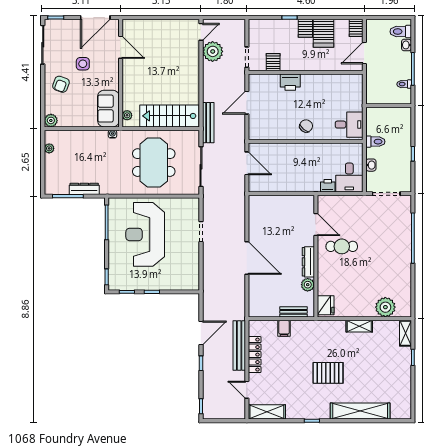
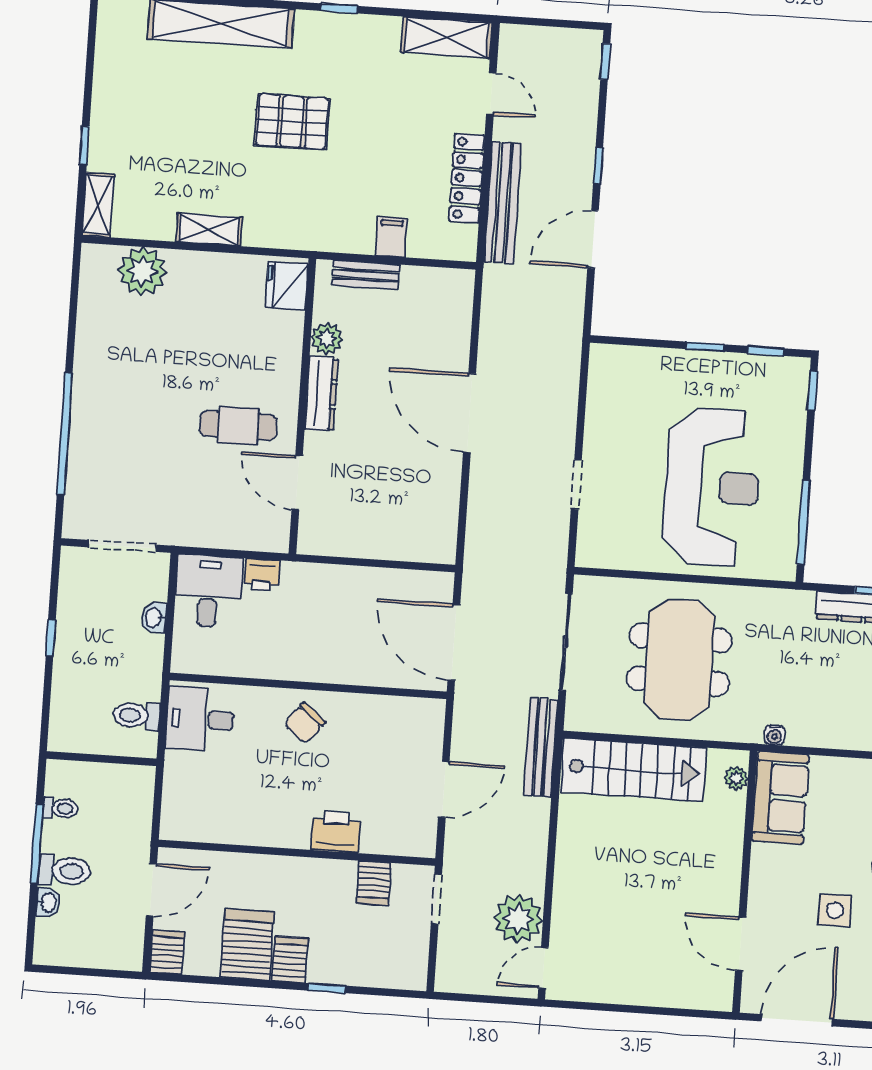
toilet: (401, 32) -> (64, 871), moved
toilet: (375, 142) -> (137, 716), moved
door: (247, 163) -> (454, 642), width x1.36

